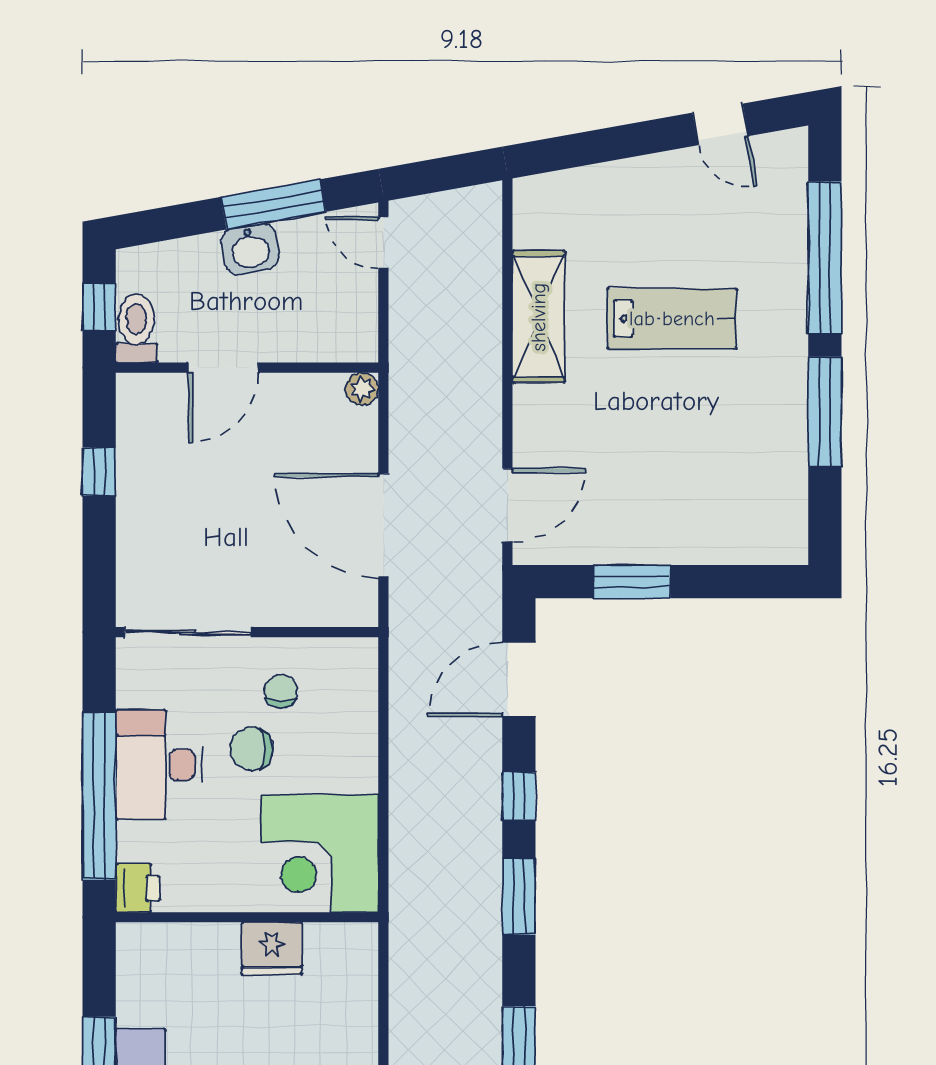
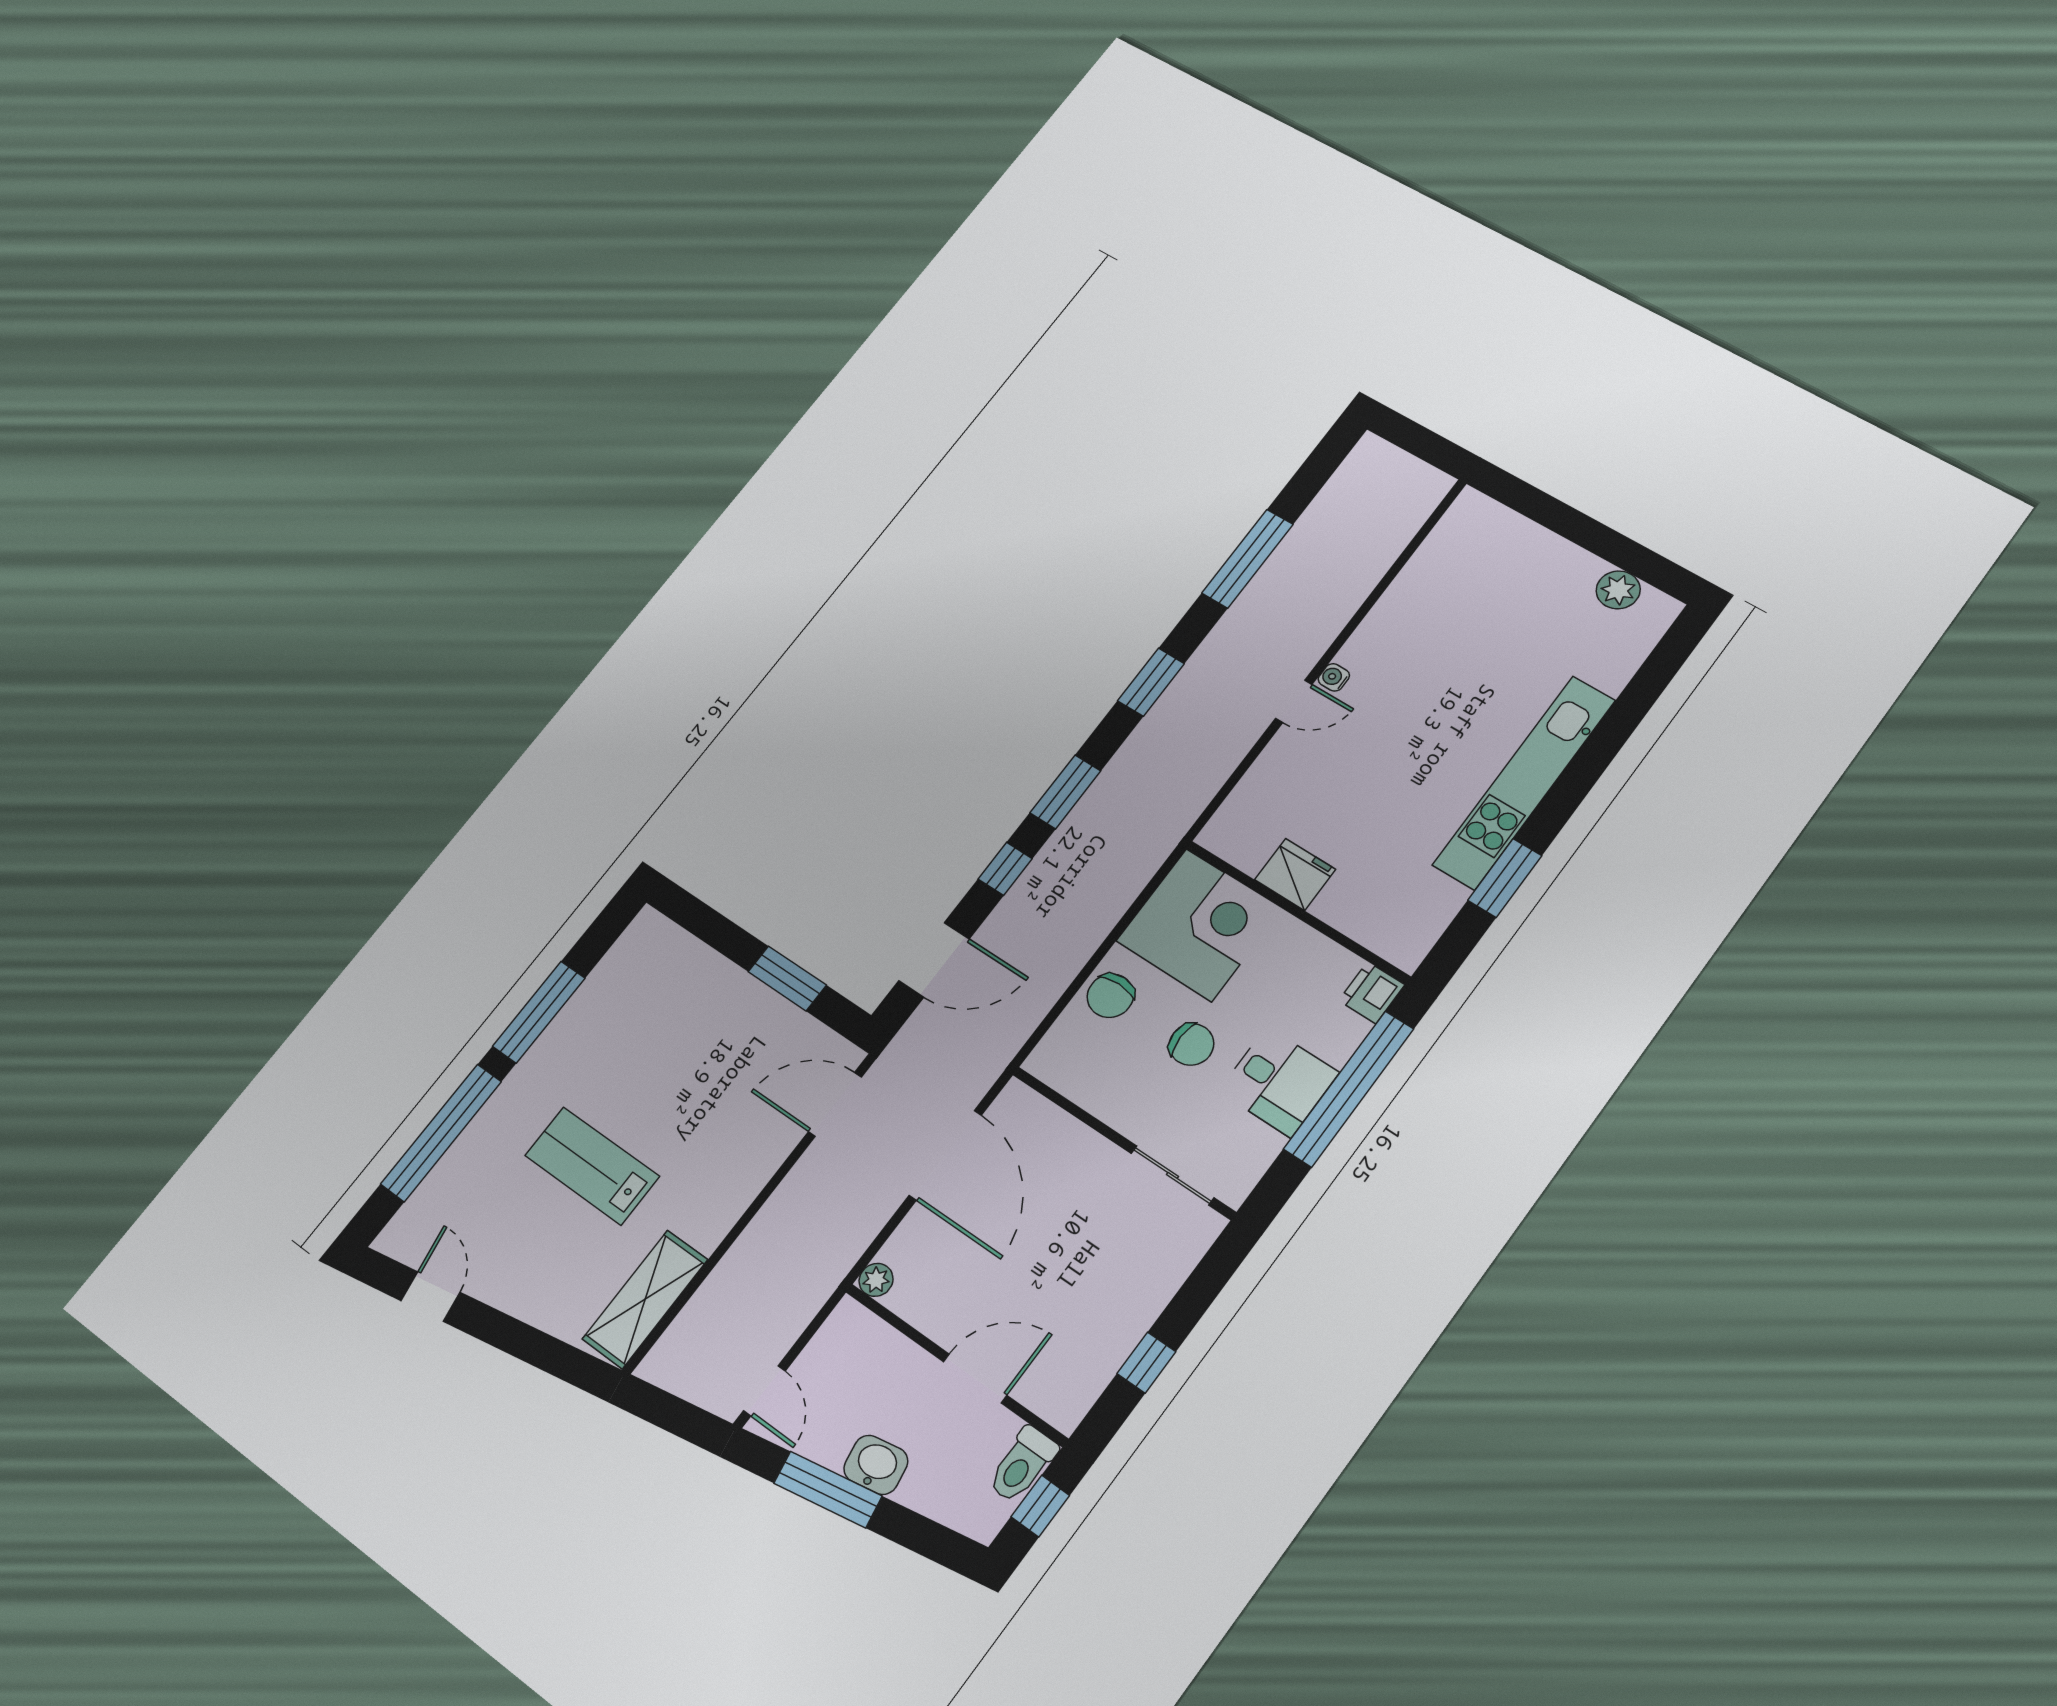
shelving: (539, 317) -> (645, 1299), moved
sliding door: (188, 632) -> (1172, 1175), width x0.73
chair: (281, 691) -> (1110, 996), moved, width x1.37, depth x1.37
desk: (159, 765) -> (1279, 1082), width x0.73

